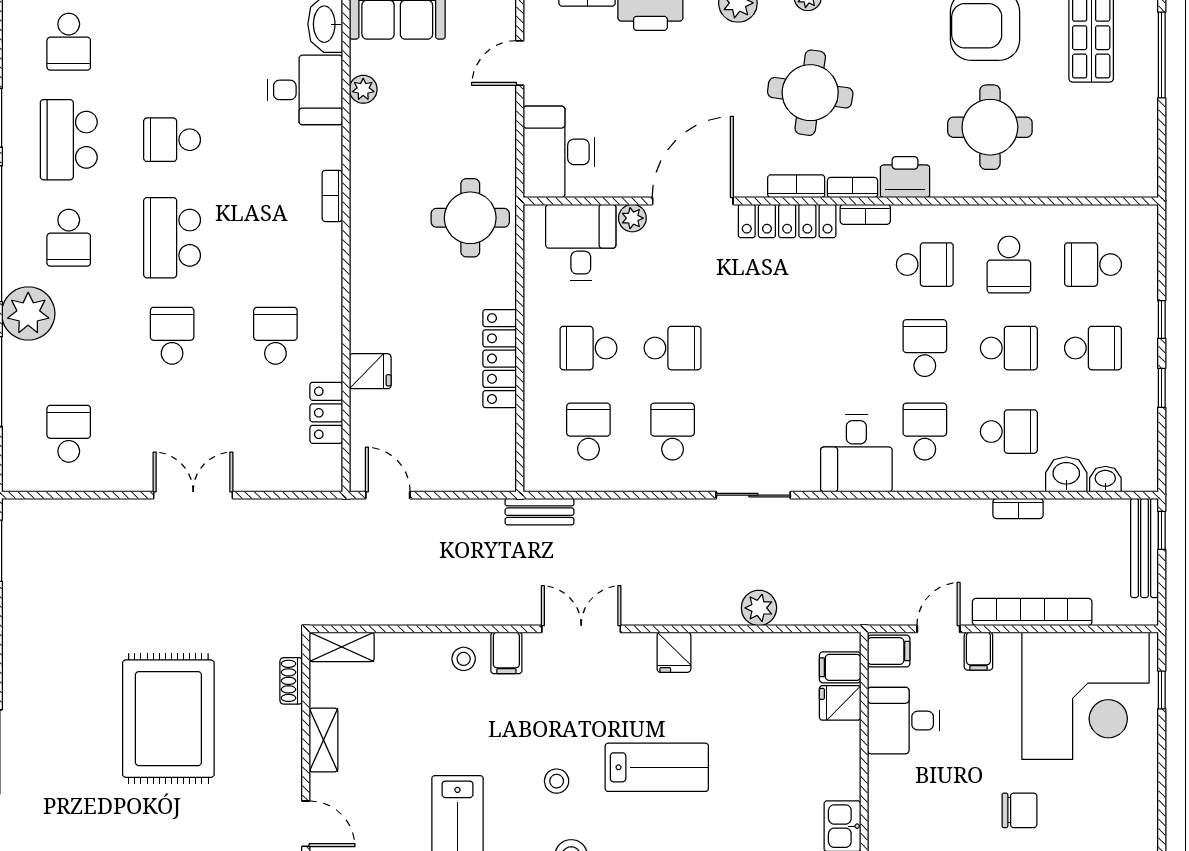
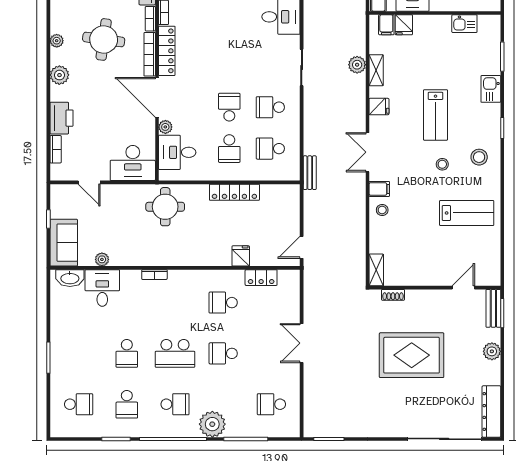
school desk: (69, 140) -> (127, 404), width x0.54
bookcase: (796, 186) -> (150, 54), width x1.56
shelving: (323, 740) -> (376, 70), moved, turned 90
lab bench: (657, 767) -> (435, 115), turned 180

